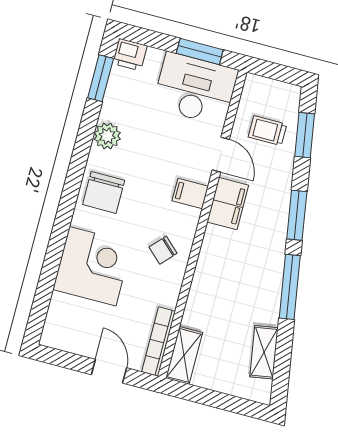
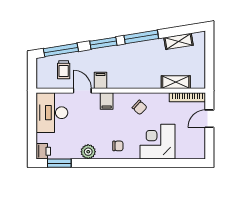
window: (200, 51) -> (32, 116), removed
window: (305, 135) -> (61, 50), width x1.44
door: (221, 155) -> (82, 91), hinge flipped
chair: (104, 192) -> (118, 146), width x0.54, depth x0.54
filing cabinet: (228, 204) -> (100, 80), width x0.50
shelving: (184, 355) -> (176, 82), moved

